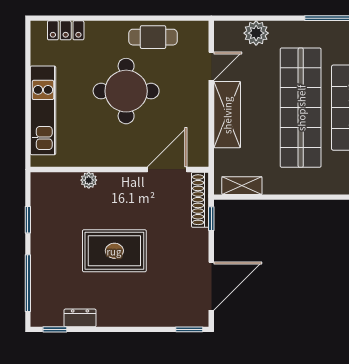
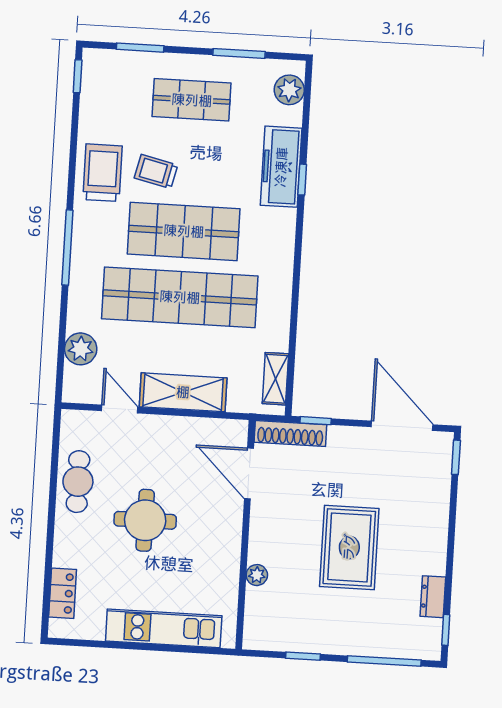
round table: (126, 91) -> (145, 520), width x0.73, depth x0.73

